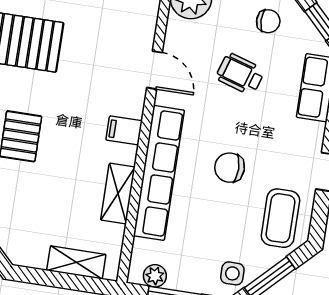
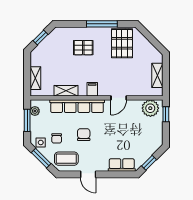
chair: (268, 21) -> (57, 138), moved
wheelchair: (240, 74) -> (123, 133), removed

